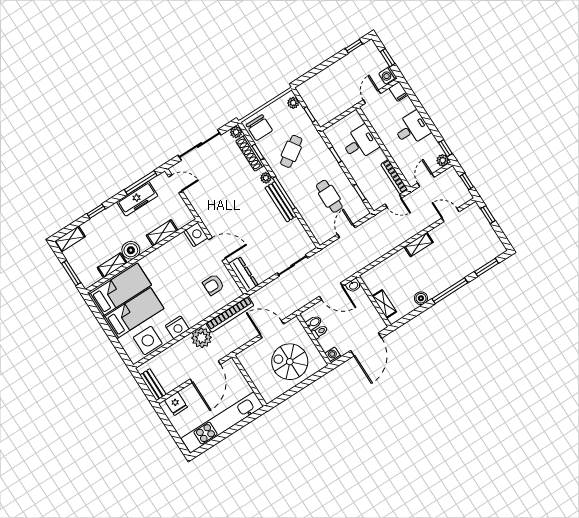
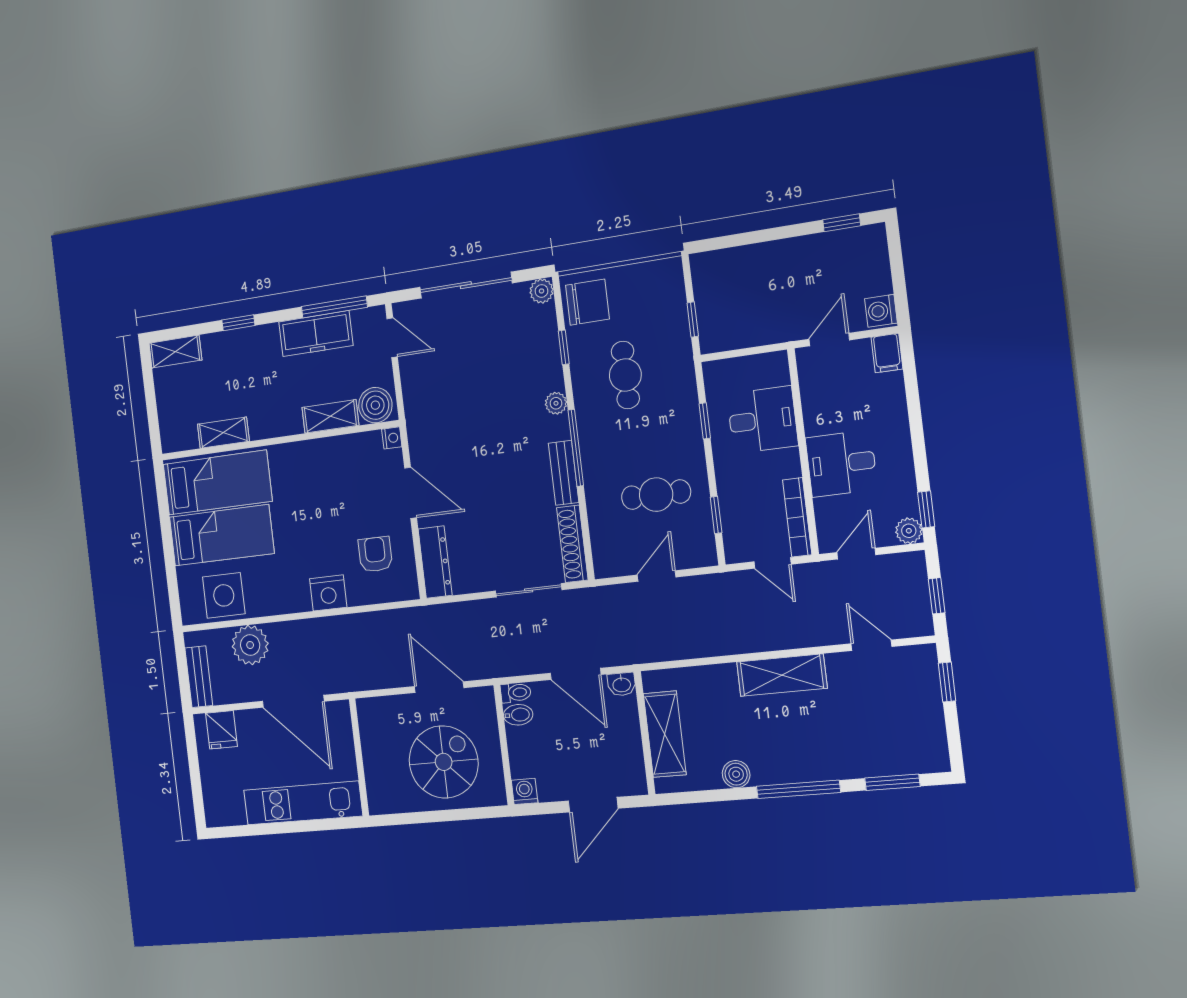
window: (388, 58) -> (898, 275), removed
plant: (293, 103) -> (672, 283), removed
chair: (259, 128) -> (588, 302), turned -90
desk: (412, 129) -> (841, 464), moved, turned 180
cafe table: (291, 151) -> (625, 375), turned -56
shoe rack: (250, 153) -> (572, 544), moved
cafe table: (329, 196) -> (656, 495), turned 90
bench: (281, 202) -> (564, 473), width x0.73
nightstand: (196, 235) -> (392, 438), width x0.53, depth x0.56
shelving: (419, 245) -> (782, 675), width x1.50, depth x1.33
boiler: (131, 250) -> (375, 405), moved
window: (71, 273) -> (152, 413), removed
armchair: (213, 285) -> (375, 554), turned 90
shelving: (384, 304) -> (665, 734), width x1.50, depth x1.33
bookcase: (230, 314) -> (380, 622), removed
nightstand: (177, 327) -> (328, 593), moved
toilet: (320, 332) -> (516, 693), moved
plant: (202, 338) -> (250, 645), moved
door: (366, 344) -> (593, 805), width x0.73
spiral stairs: (290, 362) -> (444, 762), turned 90
door: (205, 372) -> (293, 701), hinge flipped
kitchen unit: (222, 422) -> (303, 803), width x0.73

